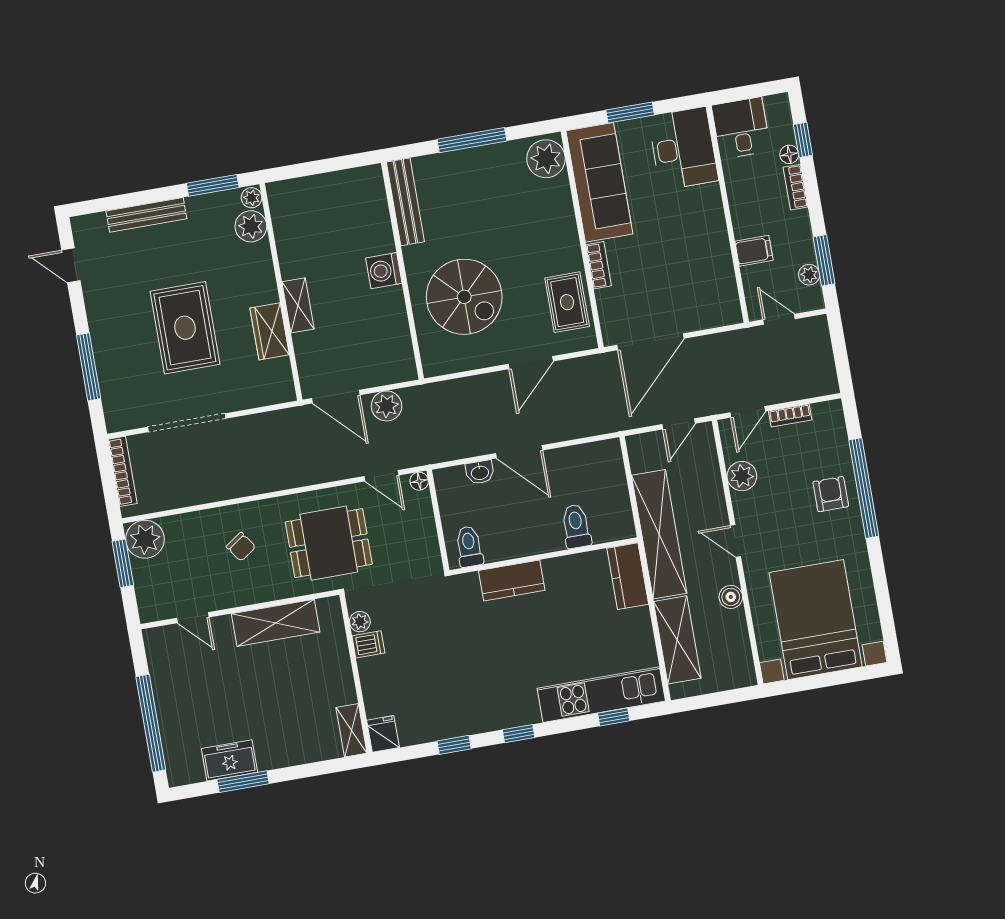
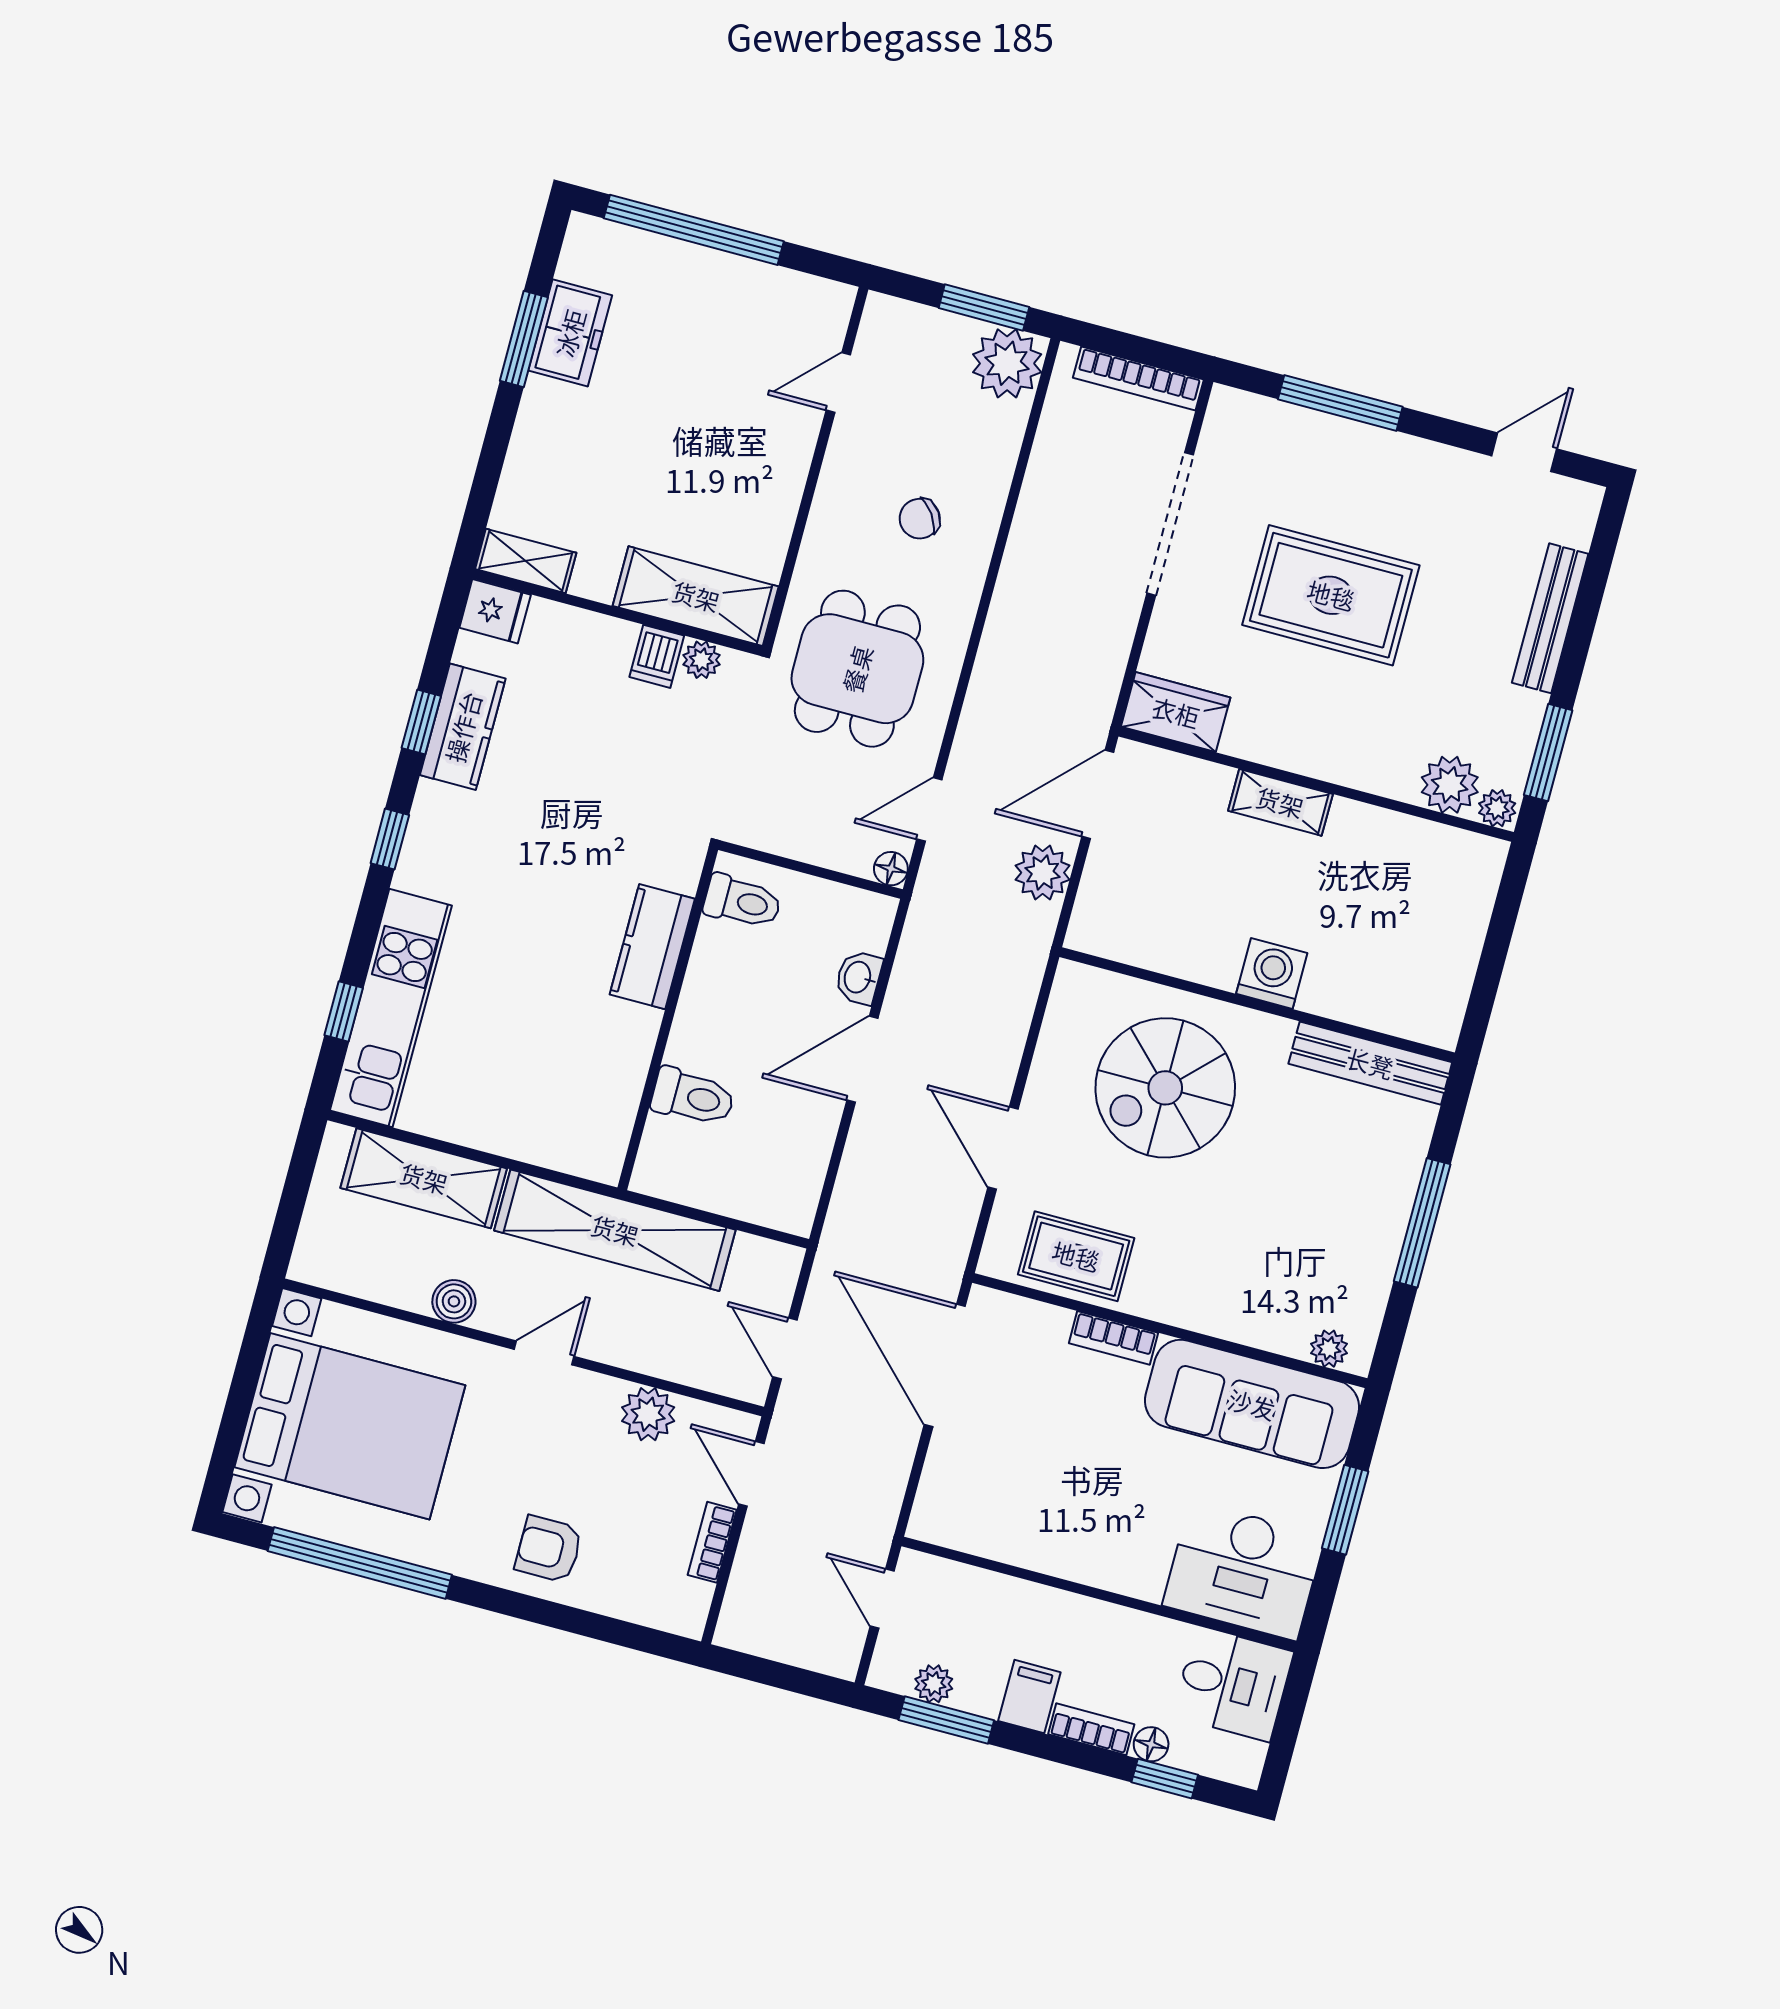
plant: (546, 159) -> (1329, 1349), width x0.53, depth x0.53
filing cabinet: (754, 251) -> (1029, 1697), moved, turned 180
door: (779, 319) -> (882, 1599), swing flipped
wardrobe: (270, 331) -> (1176, 712), moved
window: (864, 488) -> (360, 1563), moved
armchair: (831, 494) -> (549, 1549), turned 180
kitchen counter: (628, 576) -> (463, 727), moved, turned 90
shelving: (276, 623) -> (696, 596), moved, turned 90

